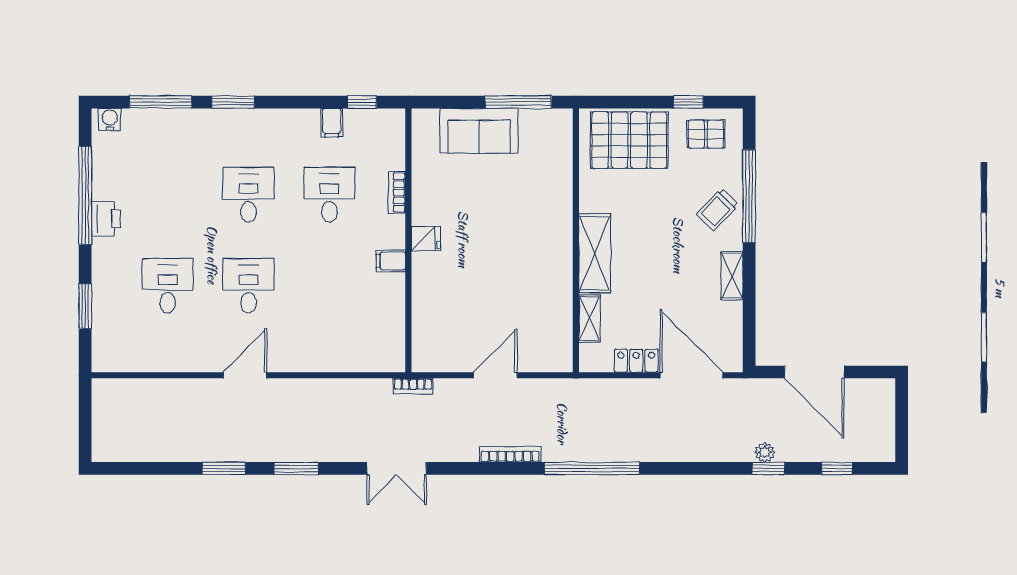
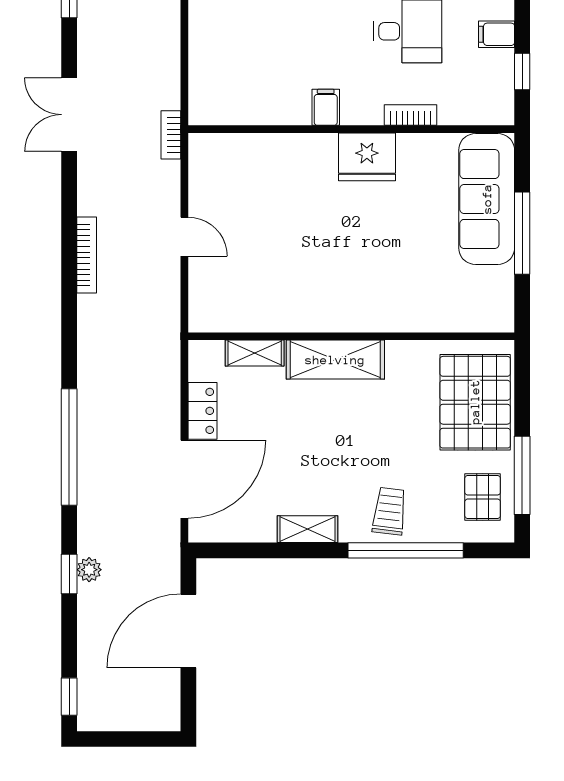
window: (518, 102) -> (522, 233), moved
window: (689, 102) -> (522, 475), width x2.17
sofa: (479, 131) -> (487, 199), width x1.36
trolley: (717, 209) -> (389, 511), turned 53
fridge: (426, 238) -> (367, 157), width x1.88, depth x1.34
door: (495, 375) -> (184, 237), width x0.73
window: (592, 468) -> (69, 447), moved
window: (837, 468) -> (69, 697), moved

